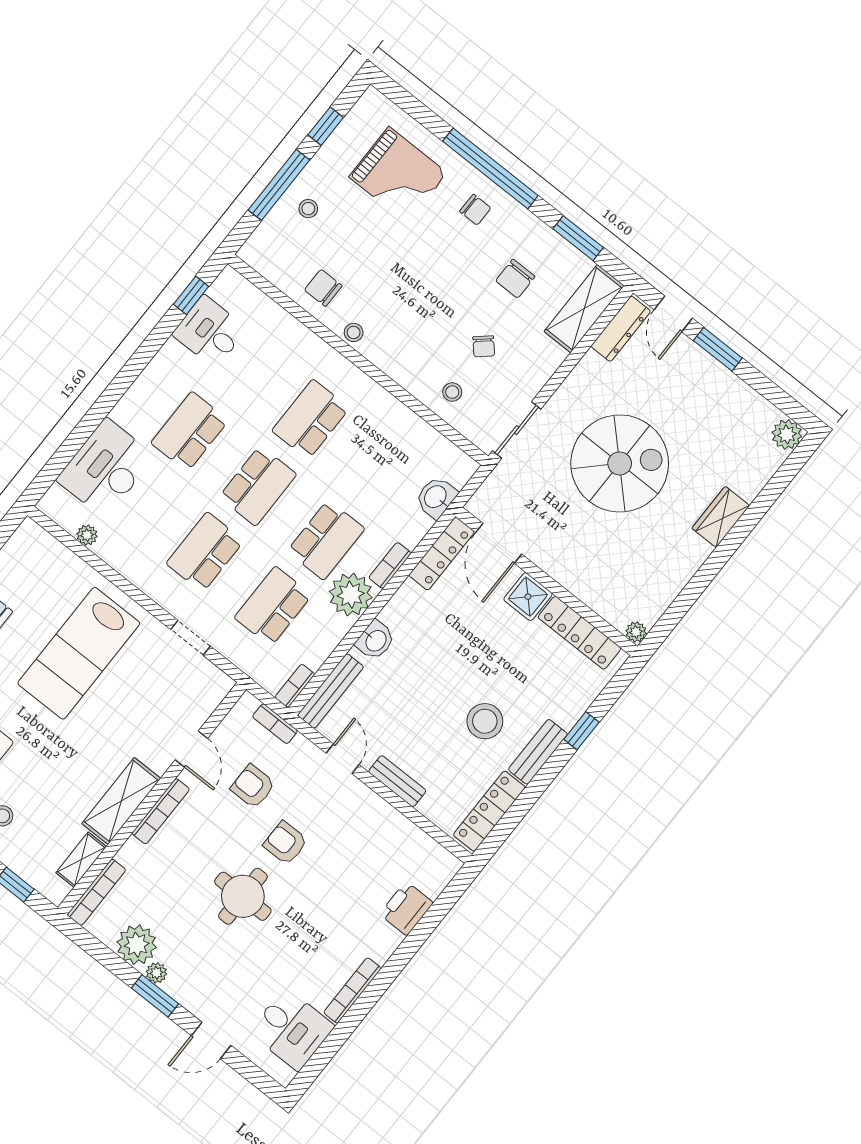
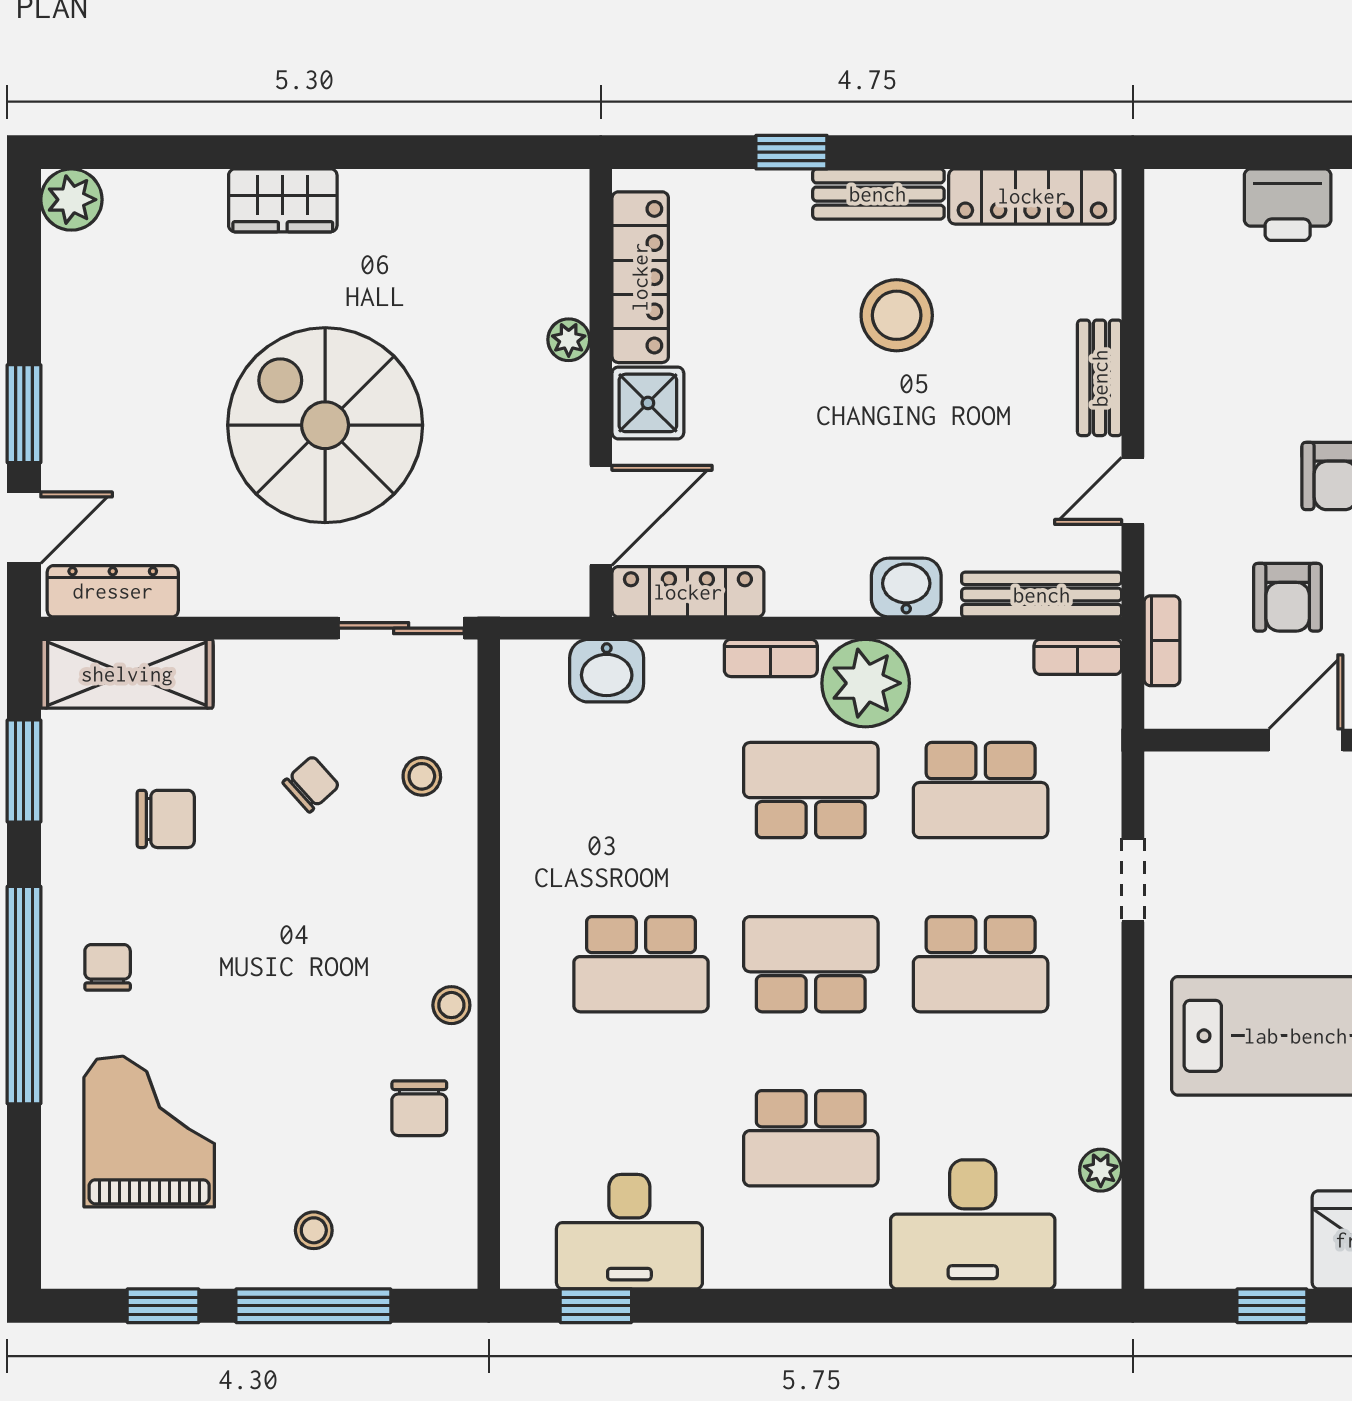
desk: (210, 332) -> (629, 1232), width x1.37
plant: (636, 632) -> (569, 340), moved

